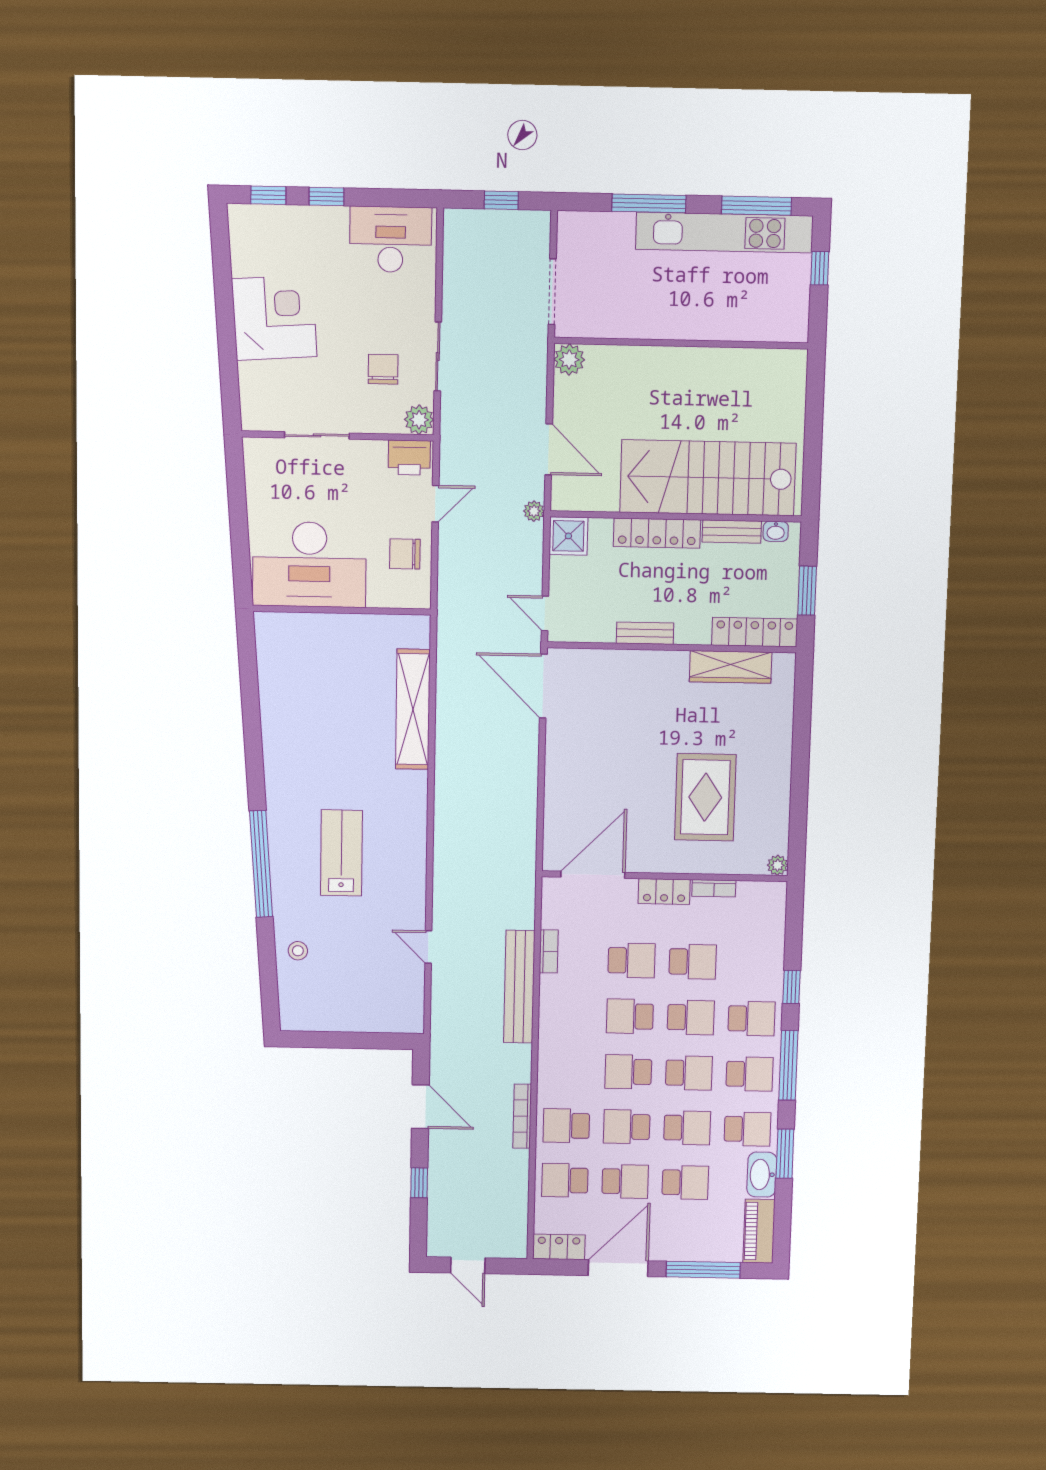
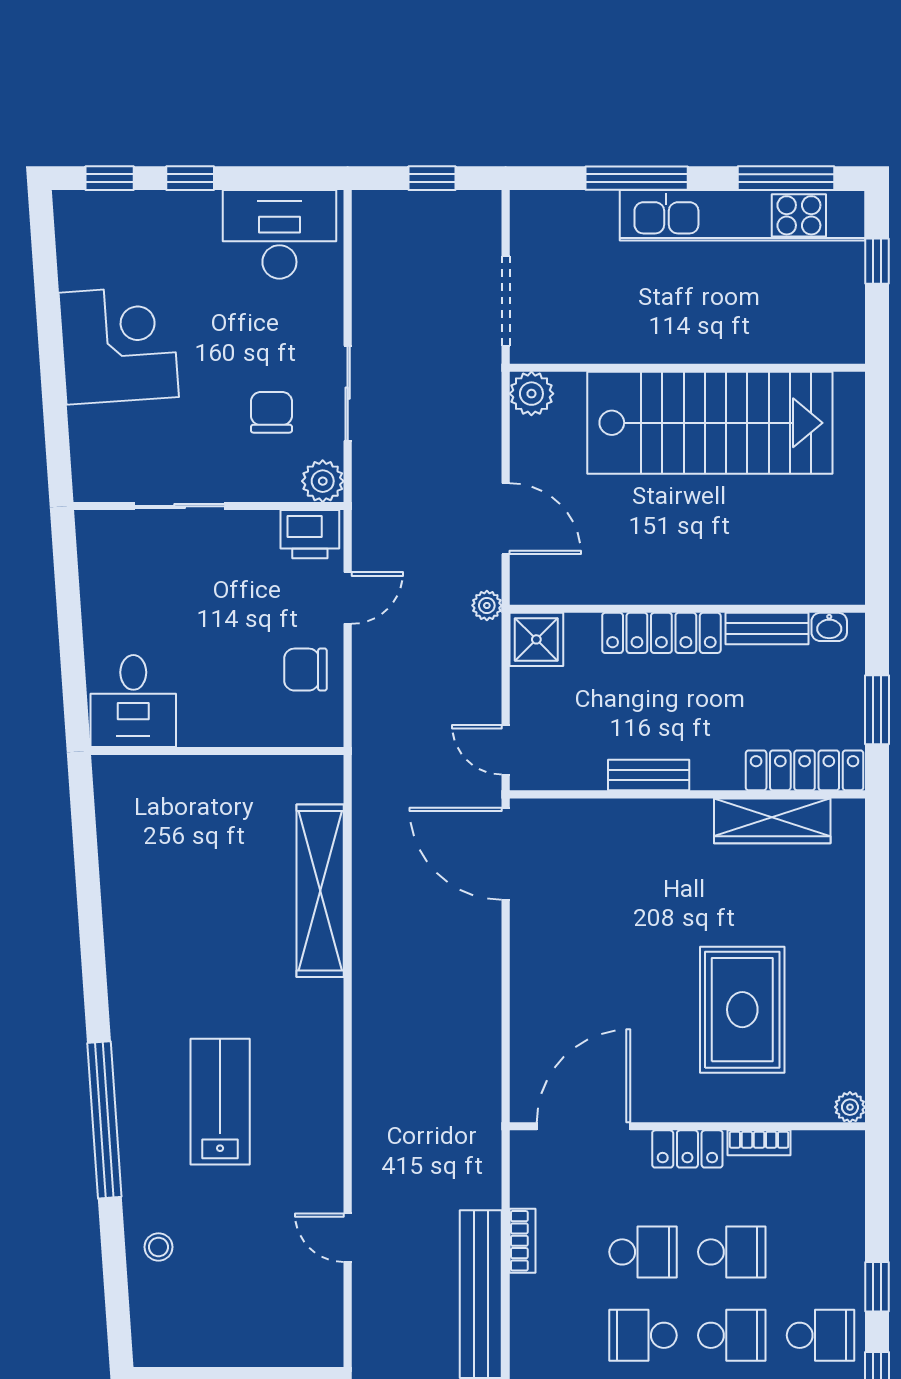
stairs: (708, 478) -> (710, 423), moved, turned 180
desk: (309, 564) -> (133, 701), width x0.53, depth x0.77

